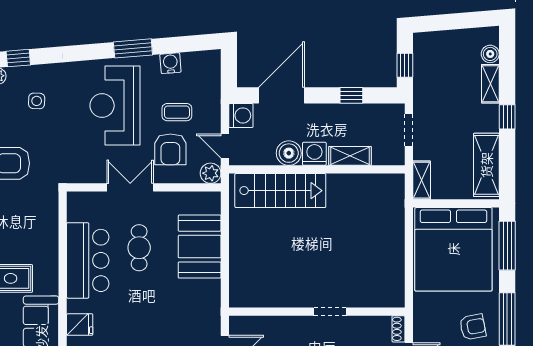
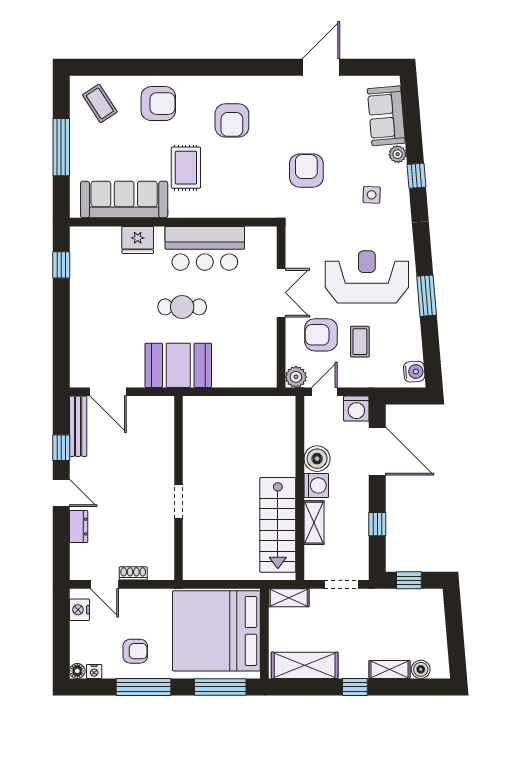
water cooler: (170, 63) -> (414, 372), moved
stairs: (280, 191) -> (278, 525), moved
booth: (200, 247) -> (178, 365), moved
cafe table: (139, 248) -> (182, 307), moved
wall: (317, 312) -> (178, 488), moved
doorway: (330, 312) -> (178, 501), moved
fridge: (80, 325) -> (138, 240), width x1.38
armchair: (473, 327) -> (135, 651), turned -79

